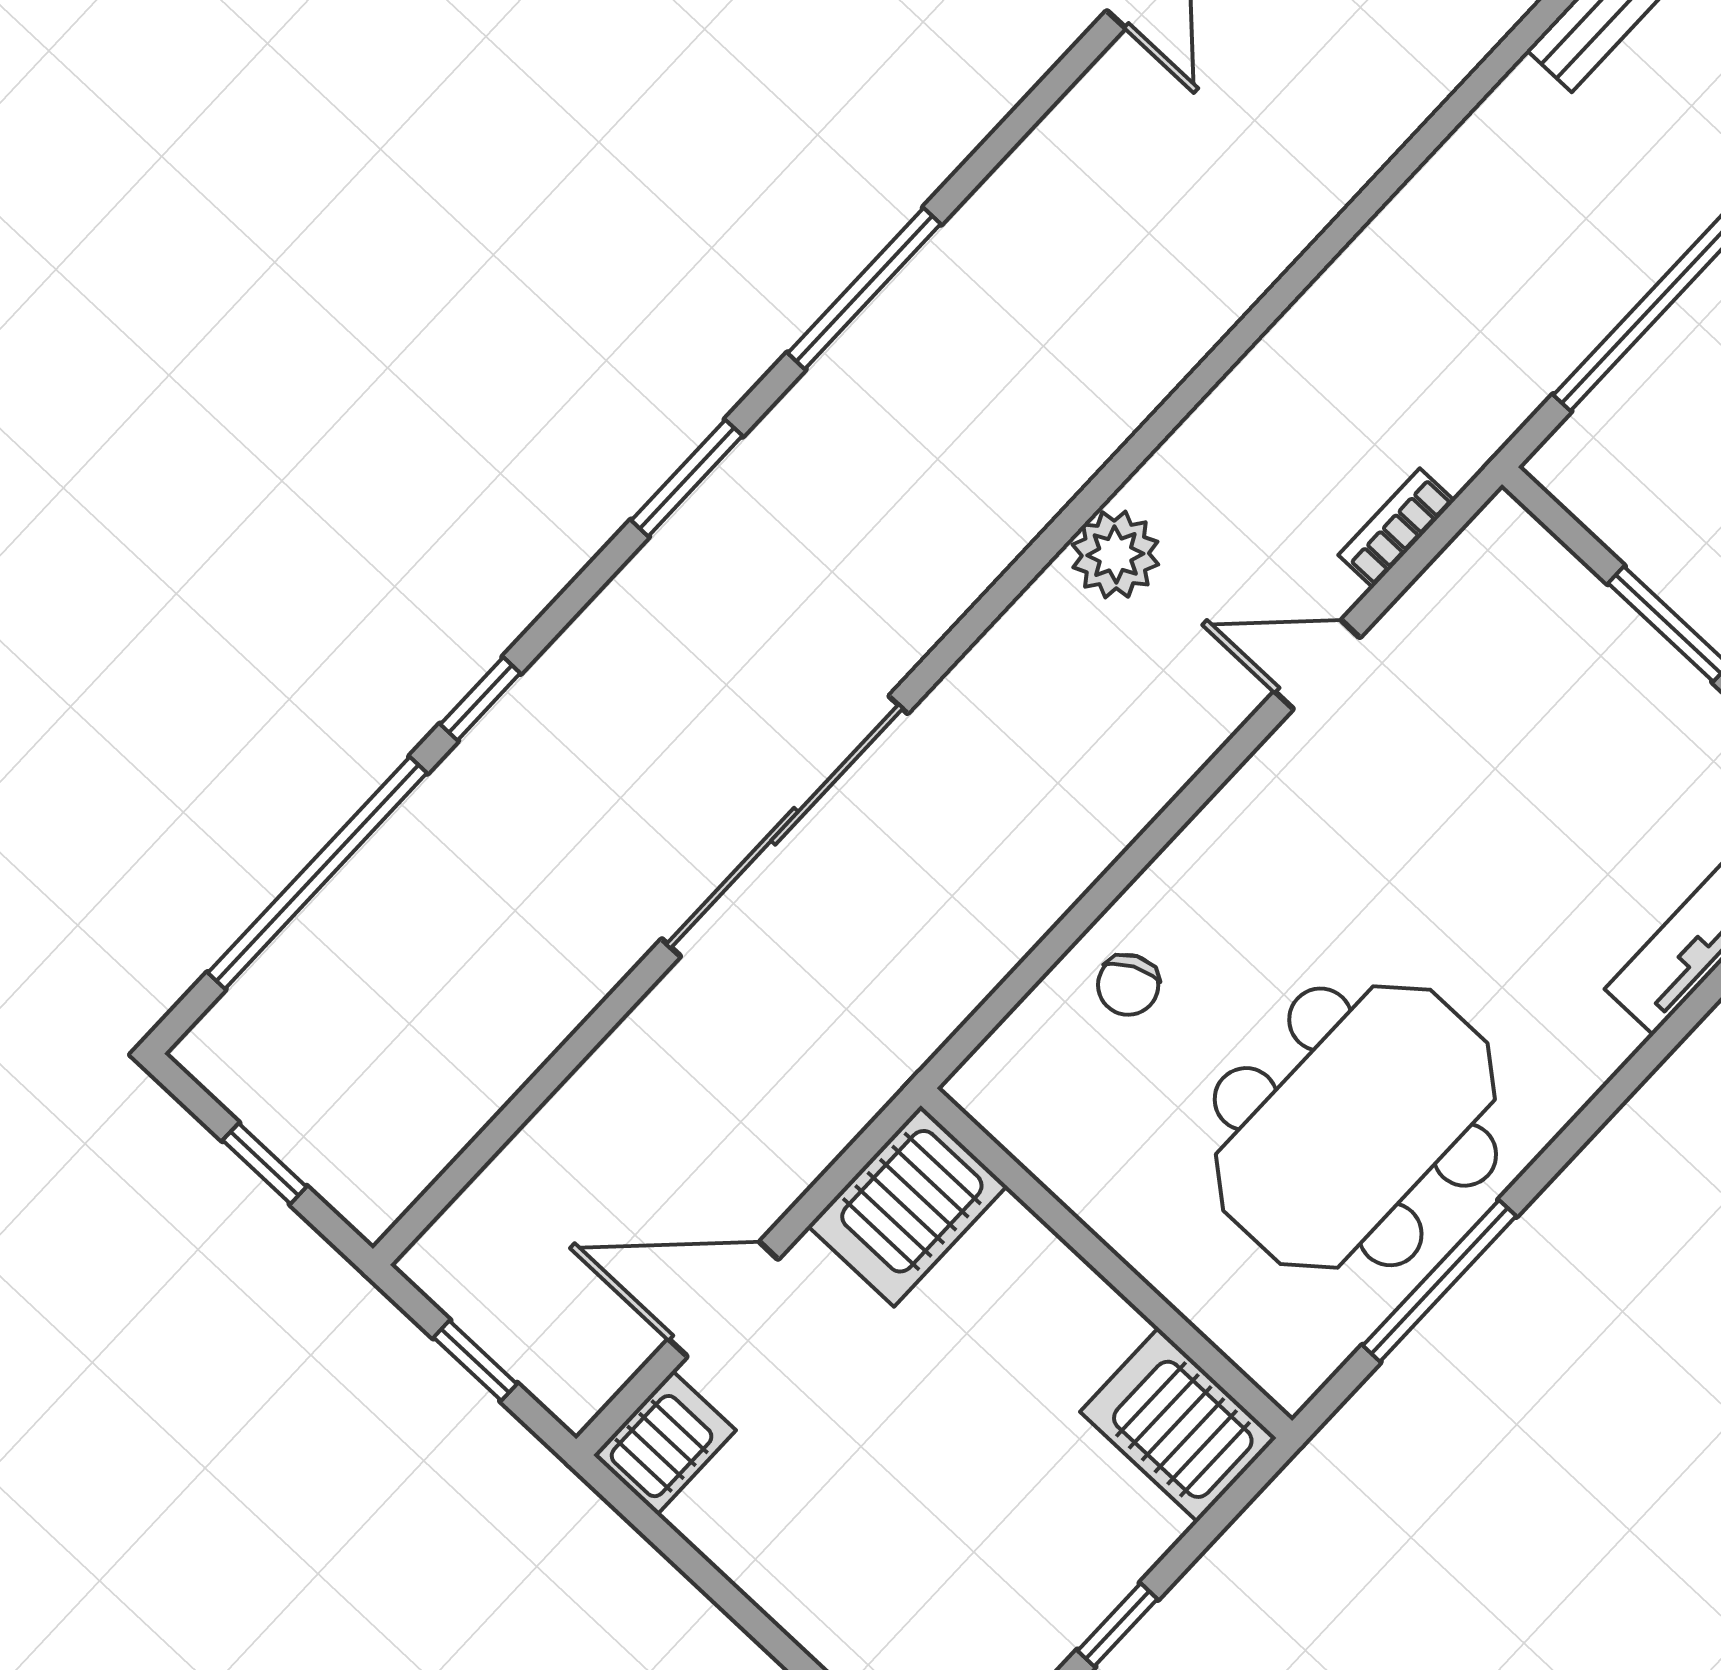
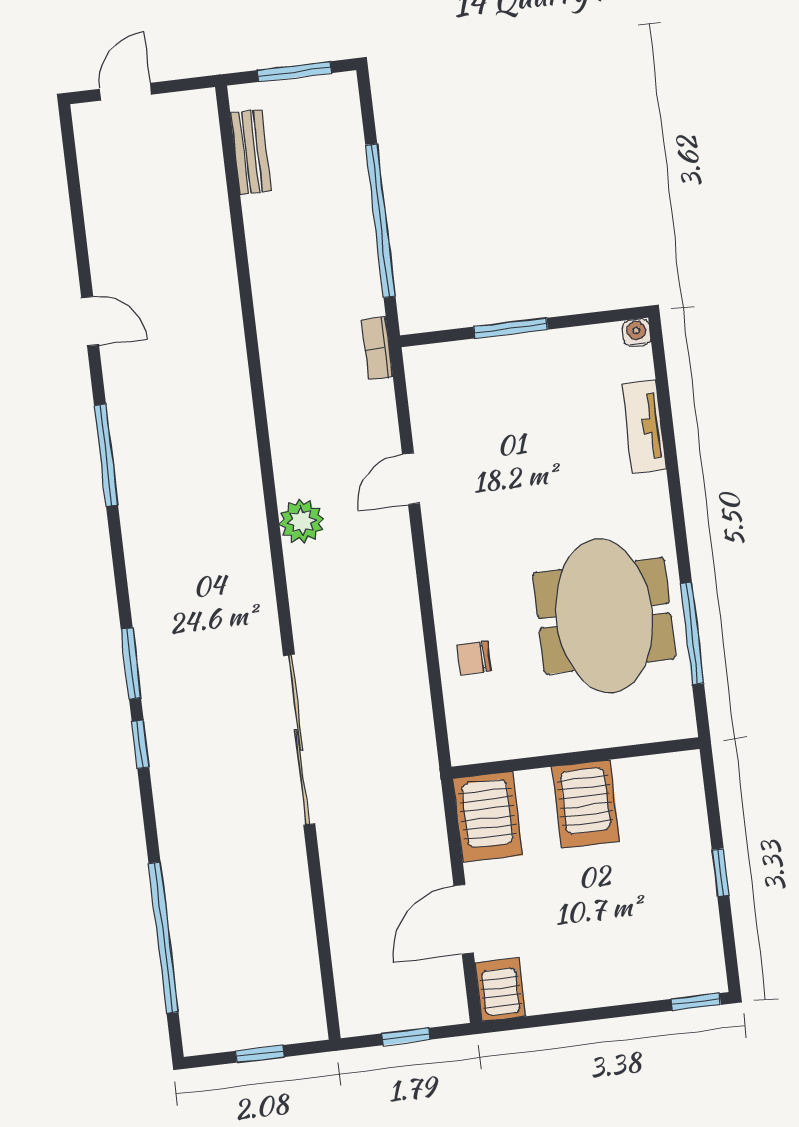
window: (864, 288) -> (106, 455), moved
bookcase: (1396, 528) -> (377, 348), moved
window: (480, 699) -> (141, 745), moved
chair: (1128, 985) -> (474, 658), turned 115
server rack: (1178, 1425) -> (586, 804), moved, turned -90

